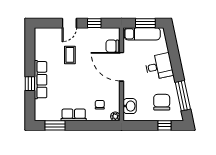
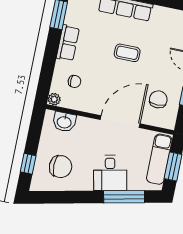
chair: (112, 46) -> (158, 99), moved
coffee table: (70, 55) -> (127, 53), moved
window: (183, 96) -> (124, 197), moved

